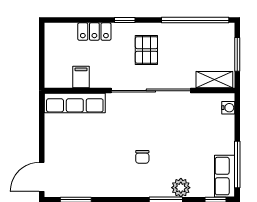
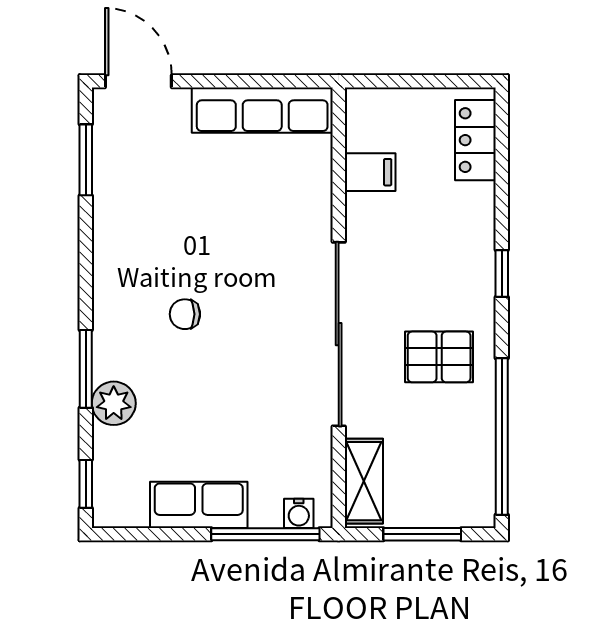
locker: (94, 32) -> (475, 140), moved
pallet: (146, 50) -> (439, 357), moved
row of seats: (75, 103) -> (262, 110), moved, turned -90
window: (237, 165) -> (265, 534), moved
row of seats: (225, 176) -> (199, 505), moved

